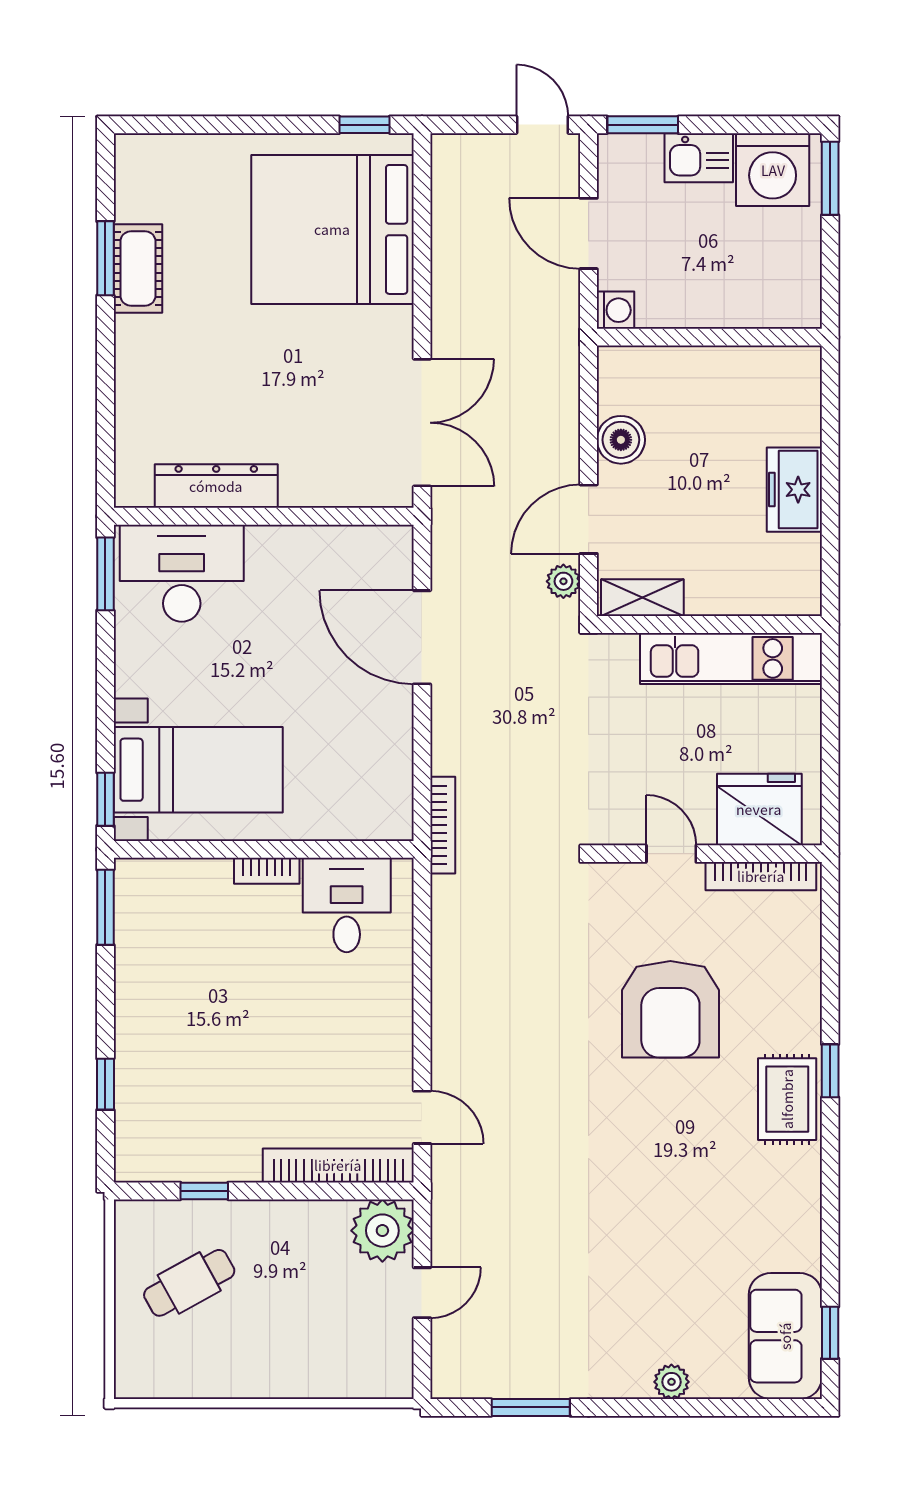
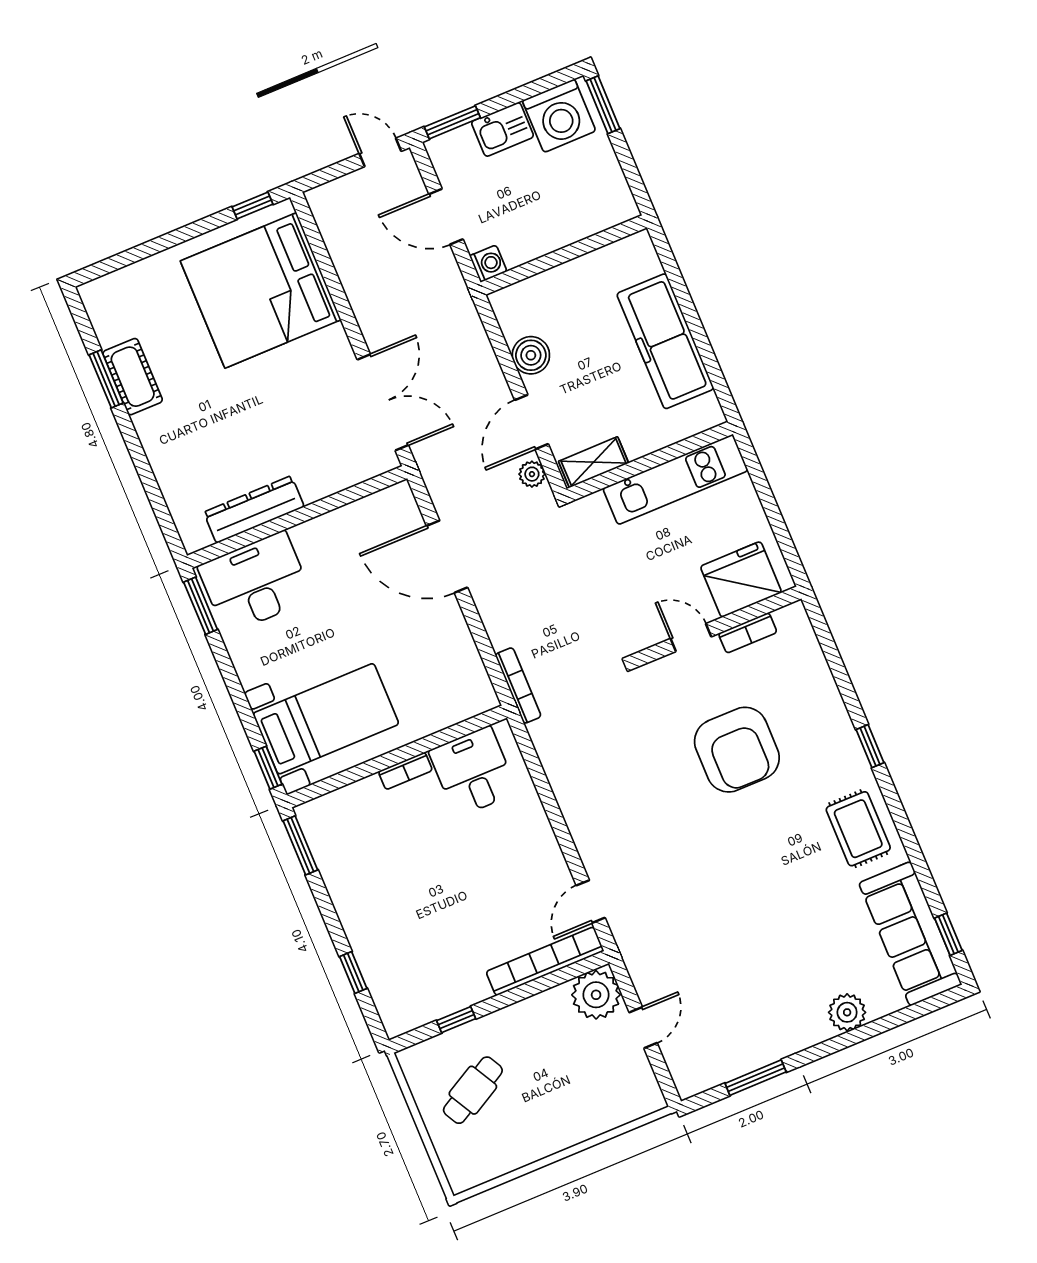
freezer: (794, 490) -> (665, 341), width x1.91, depth x1.26
bookcase: (761, 876) -> (748, 633), width x0.64
rug: (787, 1099) -> (858, 829), moved
door: (422, 1117) -> (591, 902), swing flipped
sofa: (785, 1336) -> (910, 934), width x1.36
plant: (671, 1382) -> (847, 1012), width x1.38, depth x1.38

